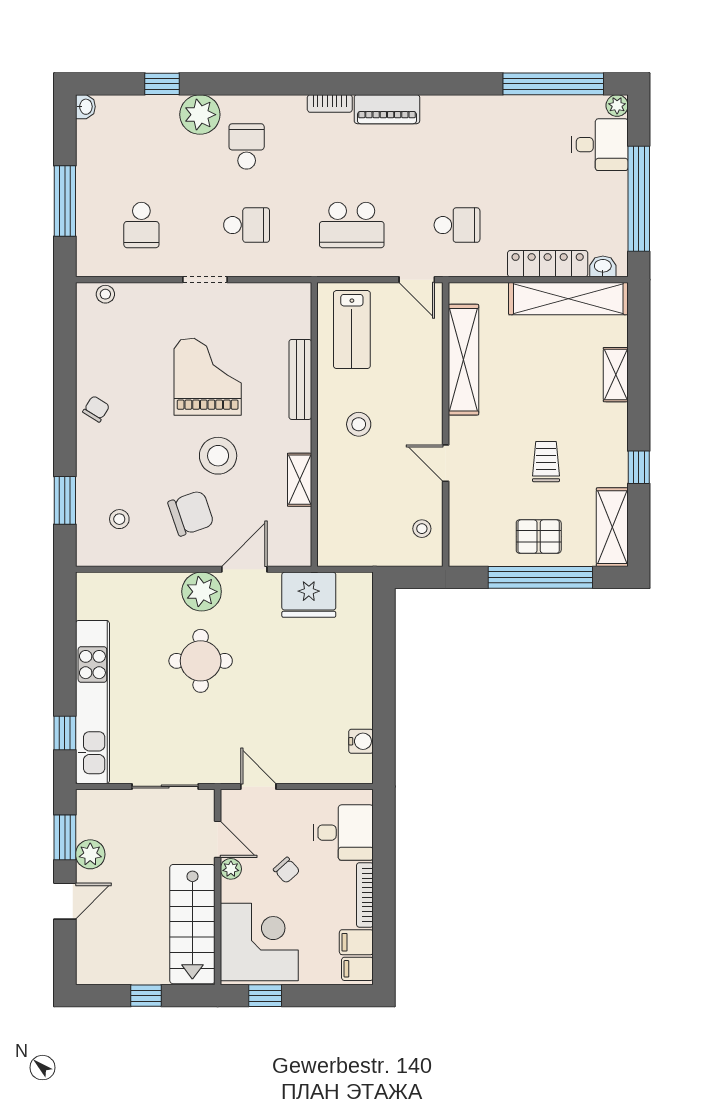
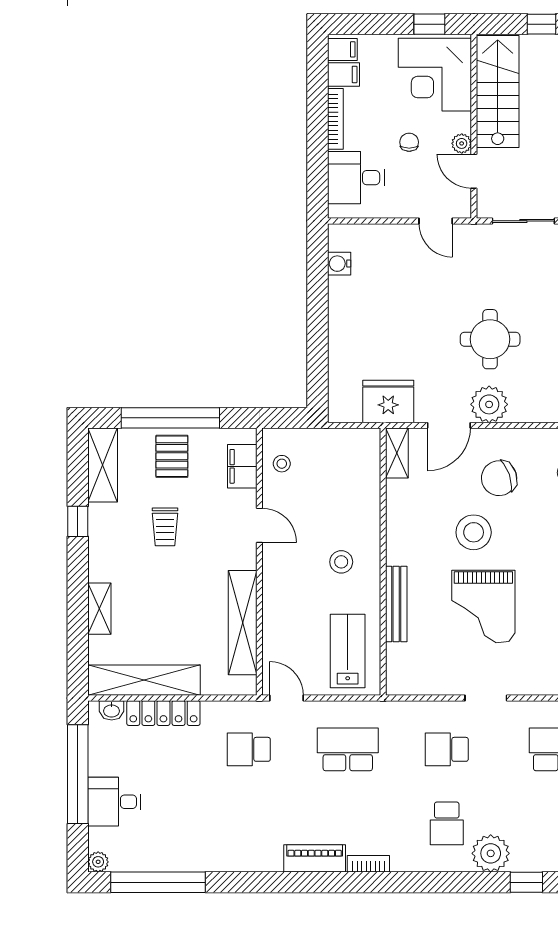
desk: (600, 145) -> (114, 802), moved
shelving: (300, 480) -> (397, 453), moved
filing cabinet: (464, 526) -> (242, 466), added
pallet: (539, 537) -> (172, 456), turned 90
chair: (287, 870) -> (409, 142), turned 42

